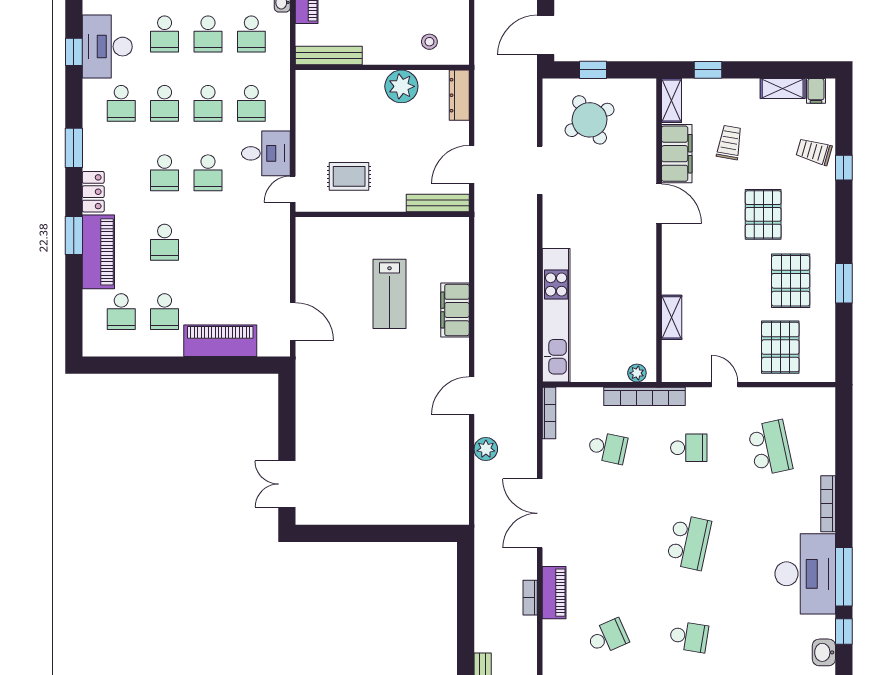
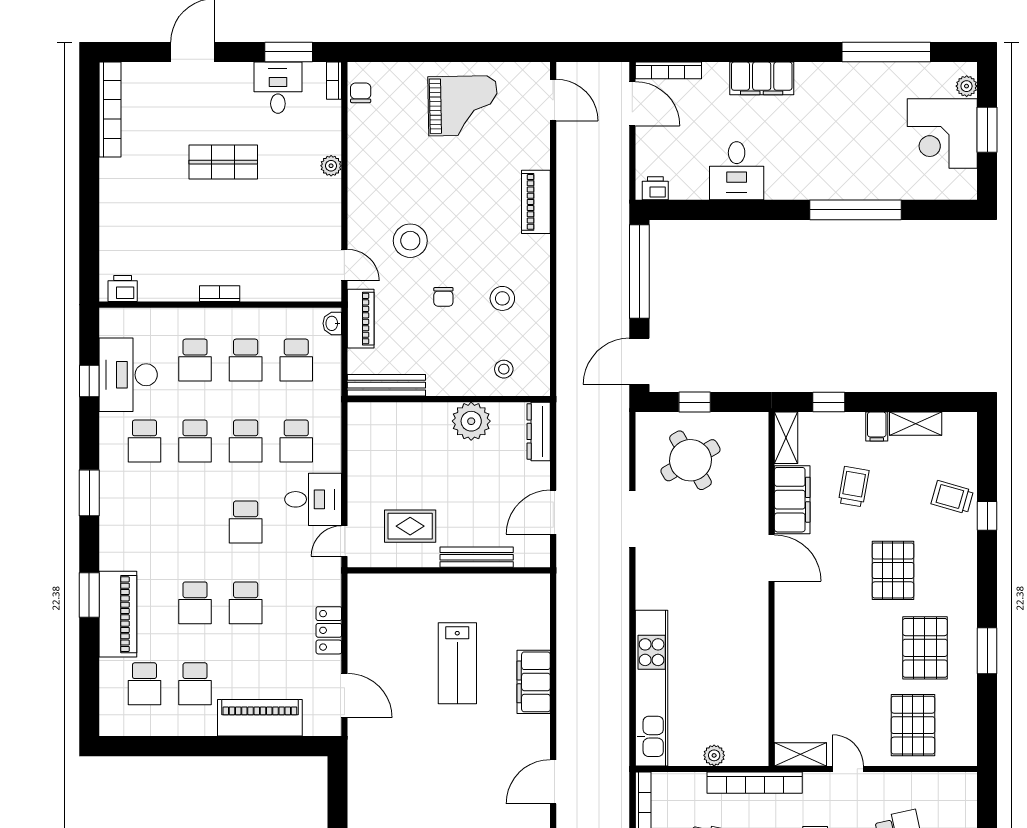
filing cabinet: (816, 91) -> (877, 427), moved
school desk: (165, 173) -> (246, 603), moved
locker: (93, 192) -> (329, 630), moved, turned 180
bench: (438, 203) -> (477, 557), moved
shelving: (672, 317) -> (800, 754), moved, turned 90
plant: (637, 373) -> (714, 755), moved

